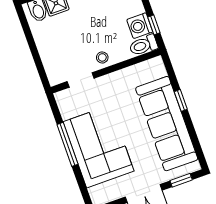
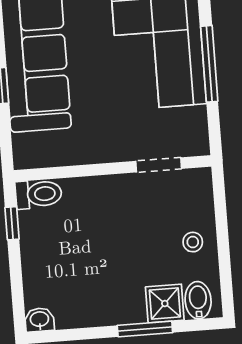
washing machine: (140, 26) -> (36, 228), removed
stool: (102, 57) -> (193, 242), moved

